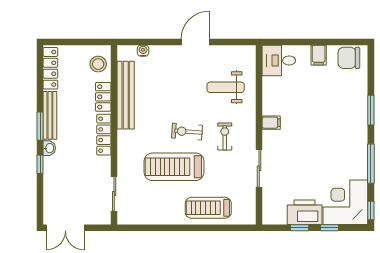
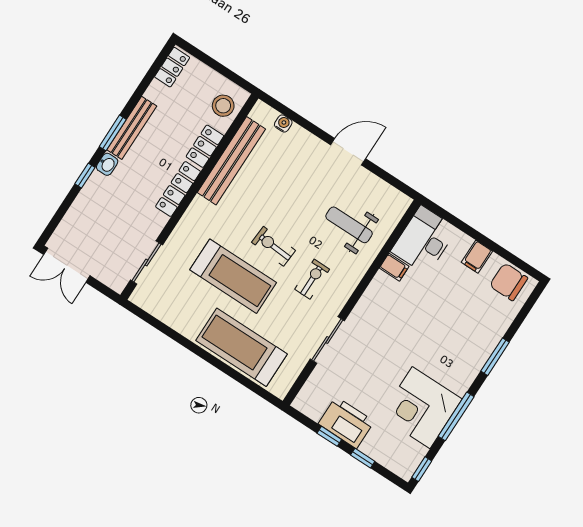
desk: (279, 60) -> (424, 240), width x1.37
locker: (50, 68) -> (172, 67), width x0.66
filing cabinet: (271, 123) -> (394, 267), moved
treadmill: (174, 167) -> (233, 276), turned 180
corner desk: (345, 202) -> (421, 408), moved, turned -90
treadmill: (208, 208) -> (242, 347), width x1.37, depth x1.38

